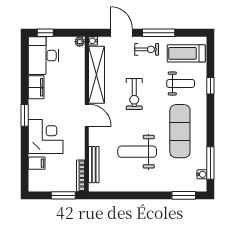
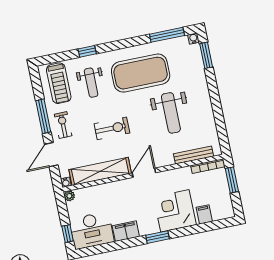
weight bench: (181, 83) -> (91, 83), turned 180
exercise mat: (180, 131) -> (141, 73), width x1.47
water cooler: (202, 174) -> (193, 38), moved

